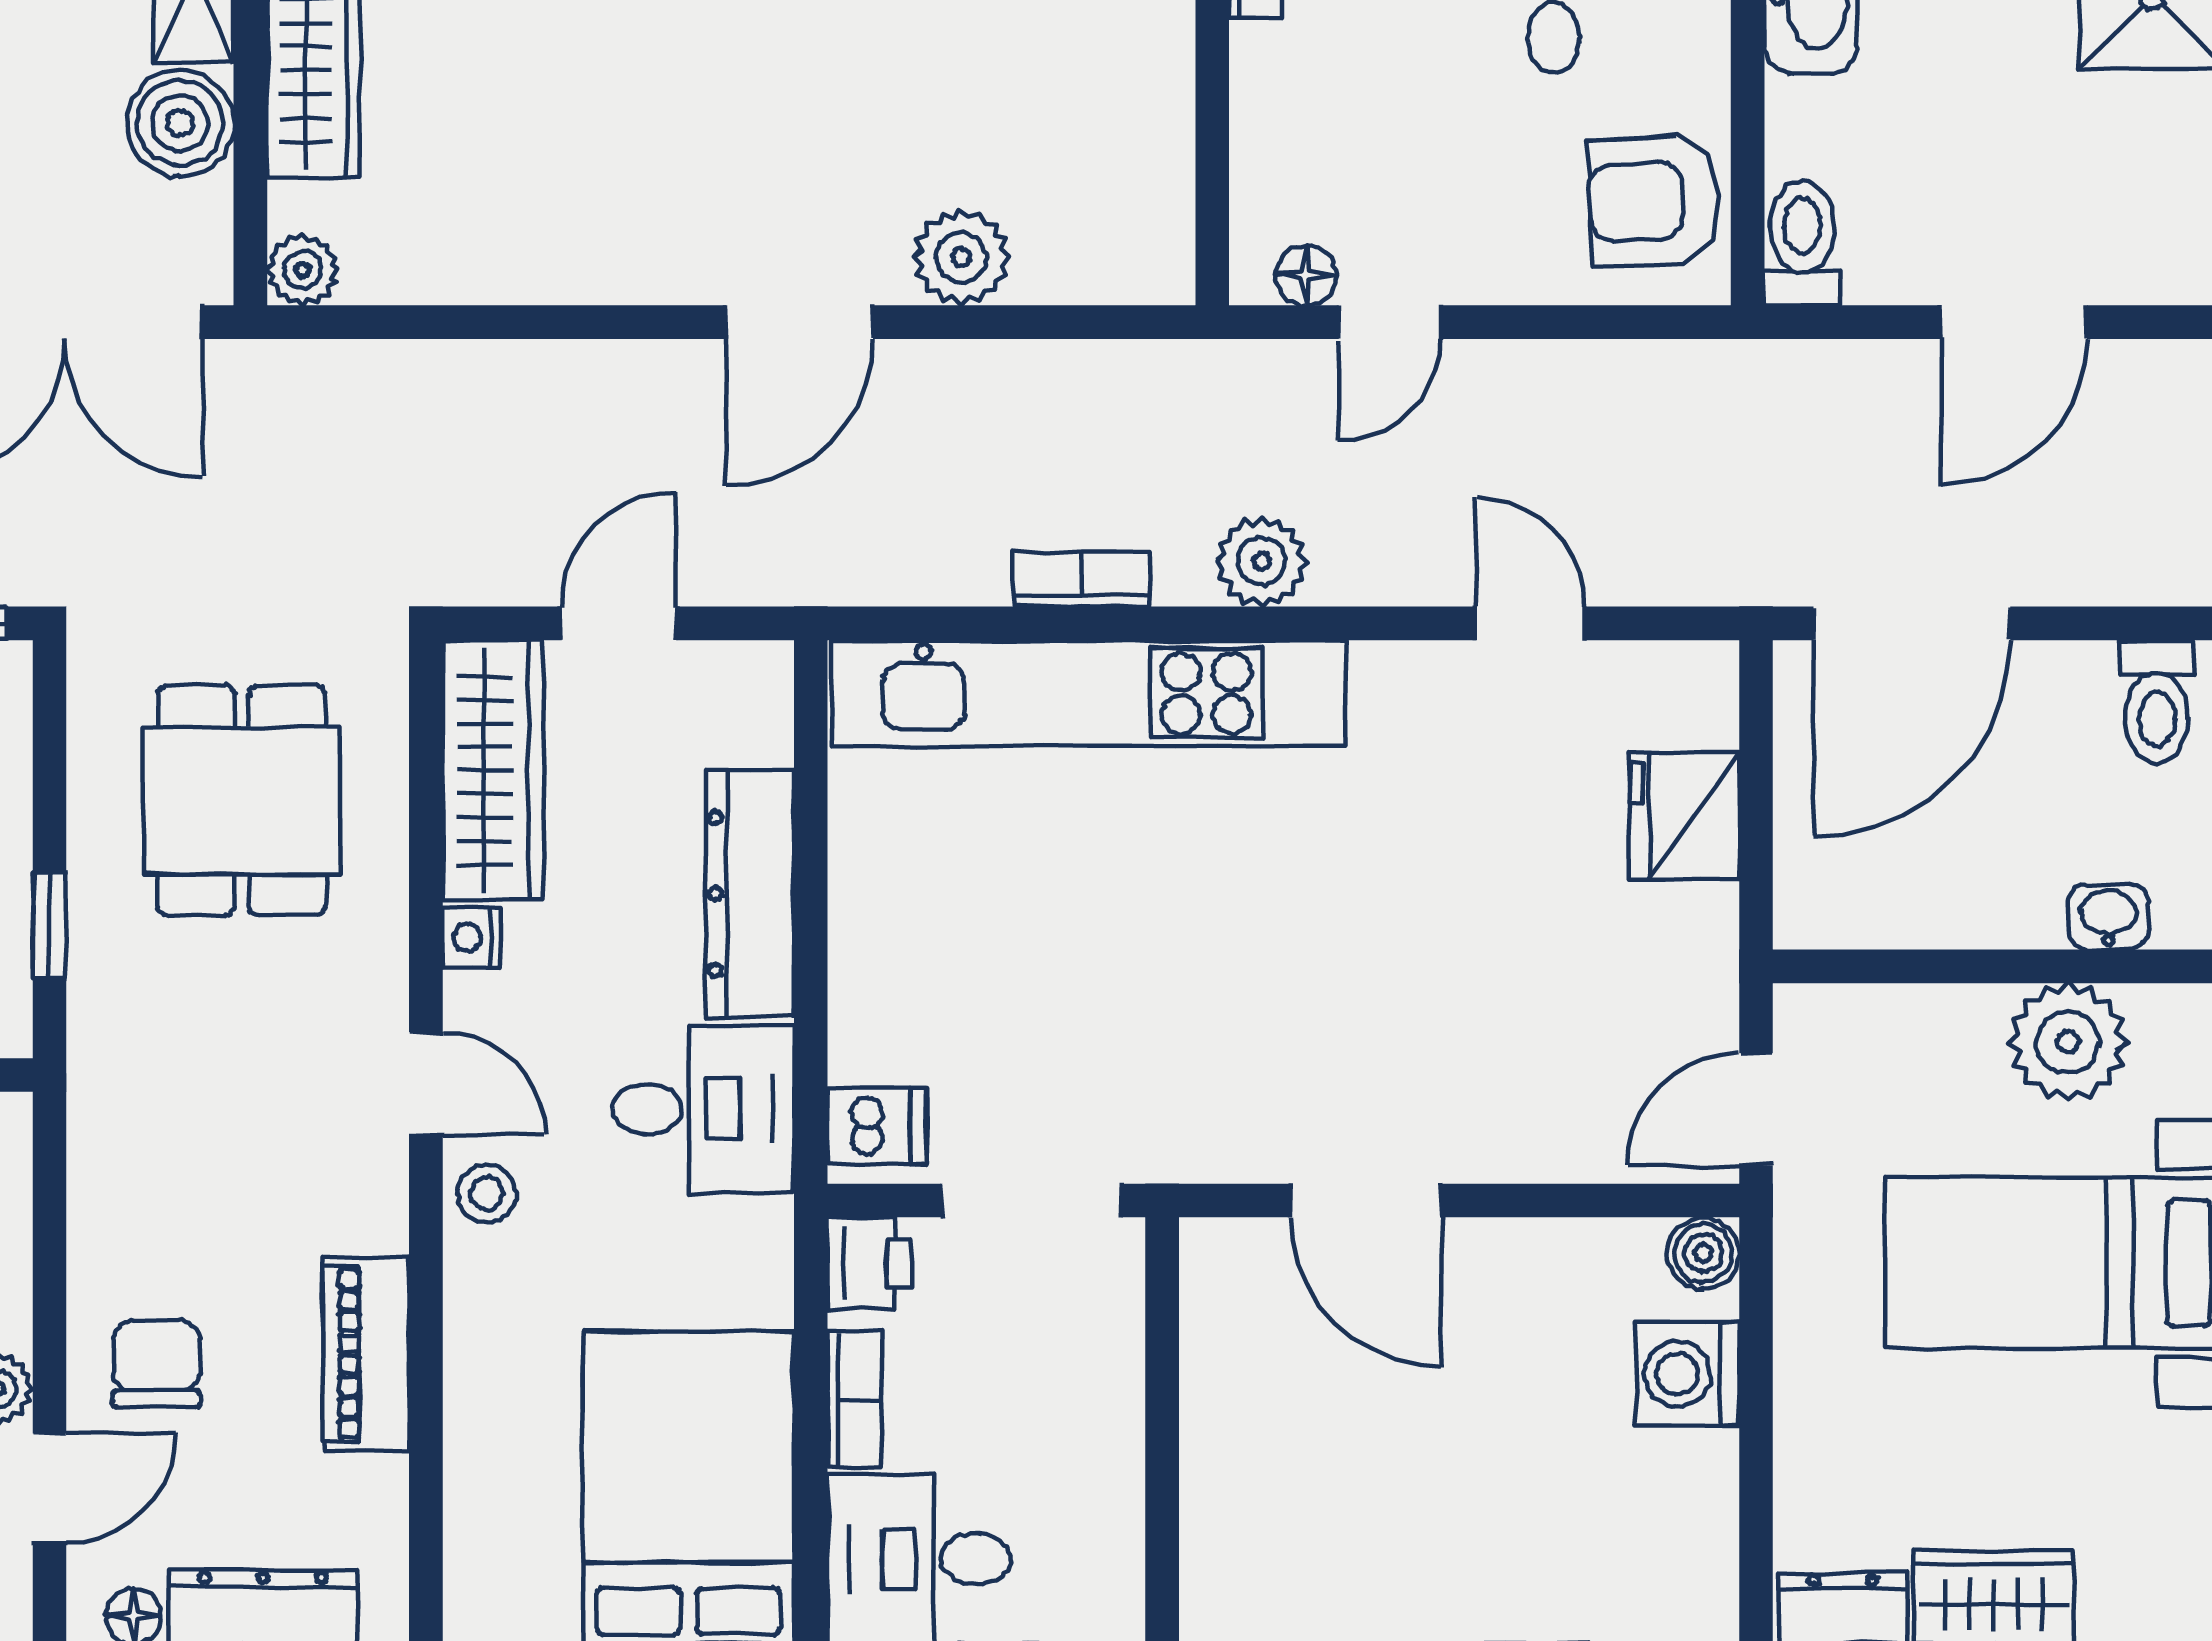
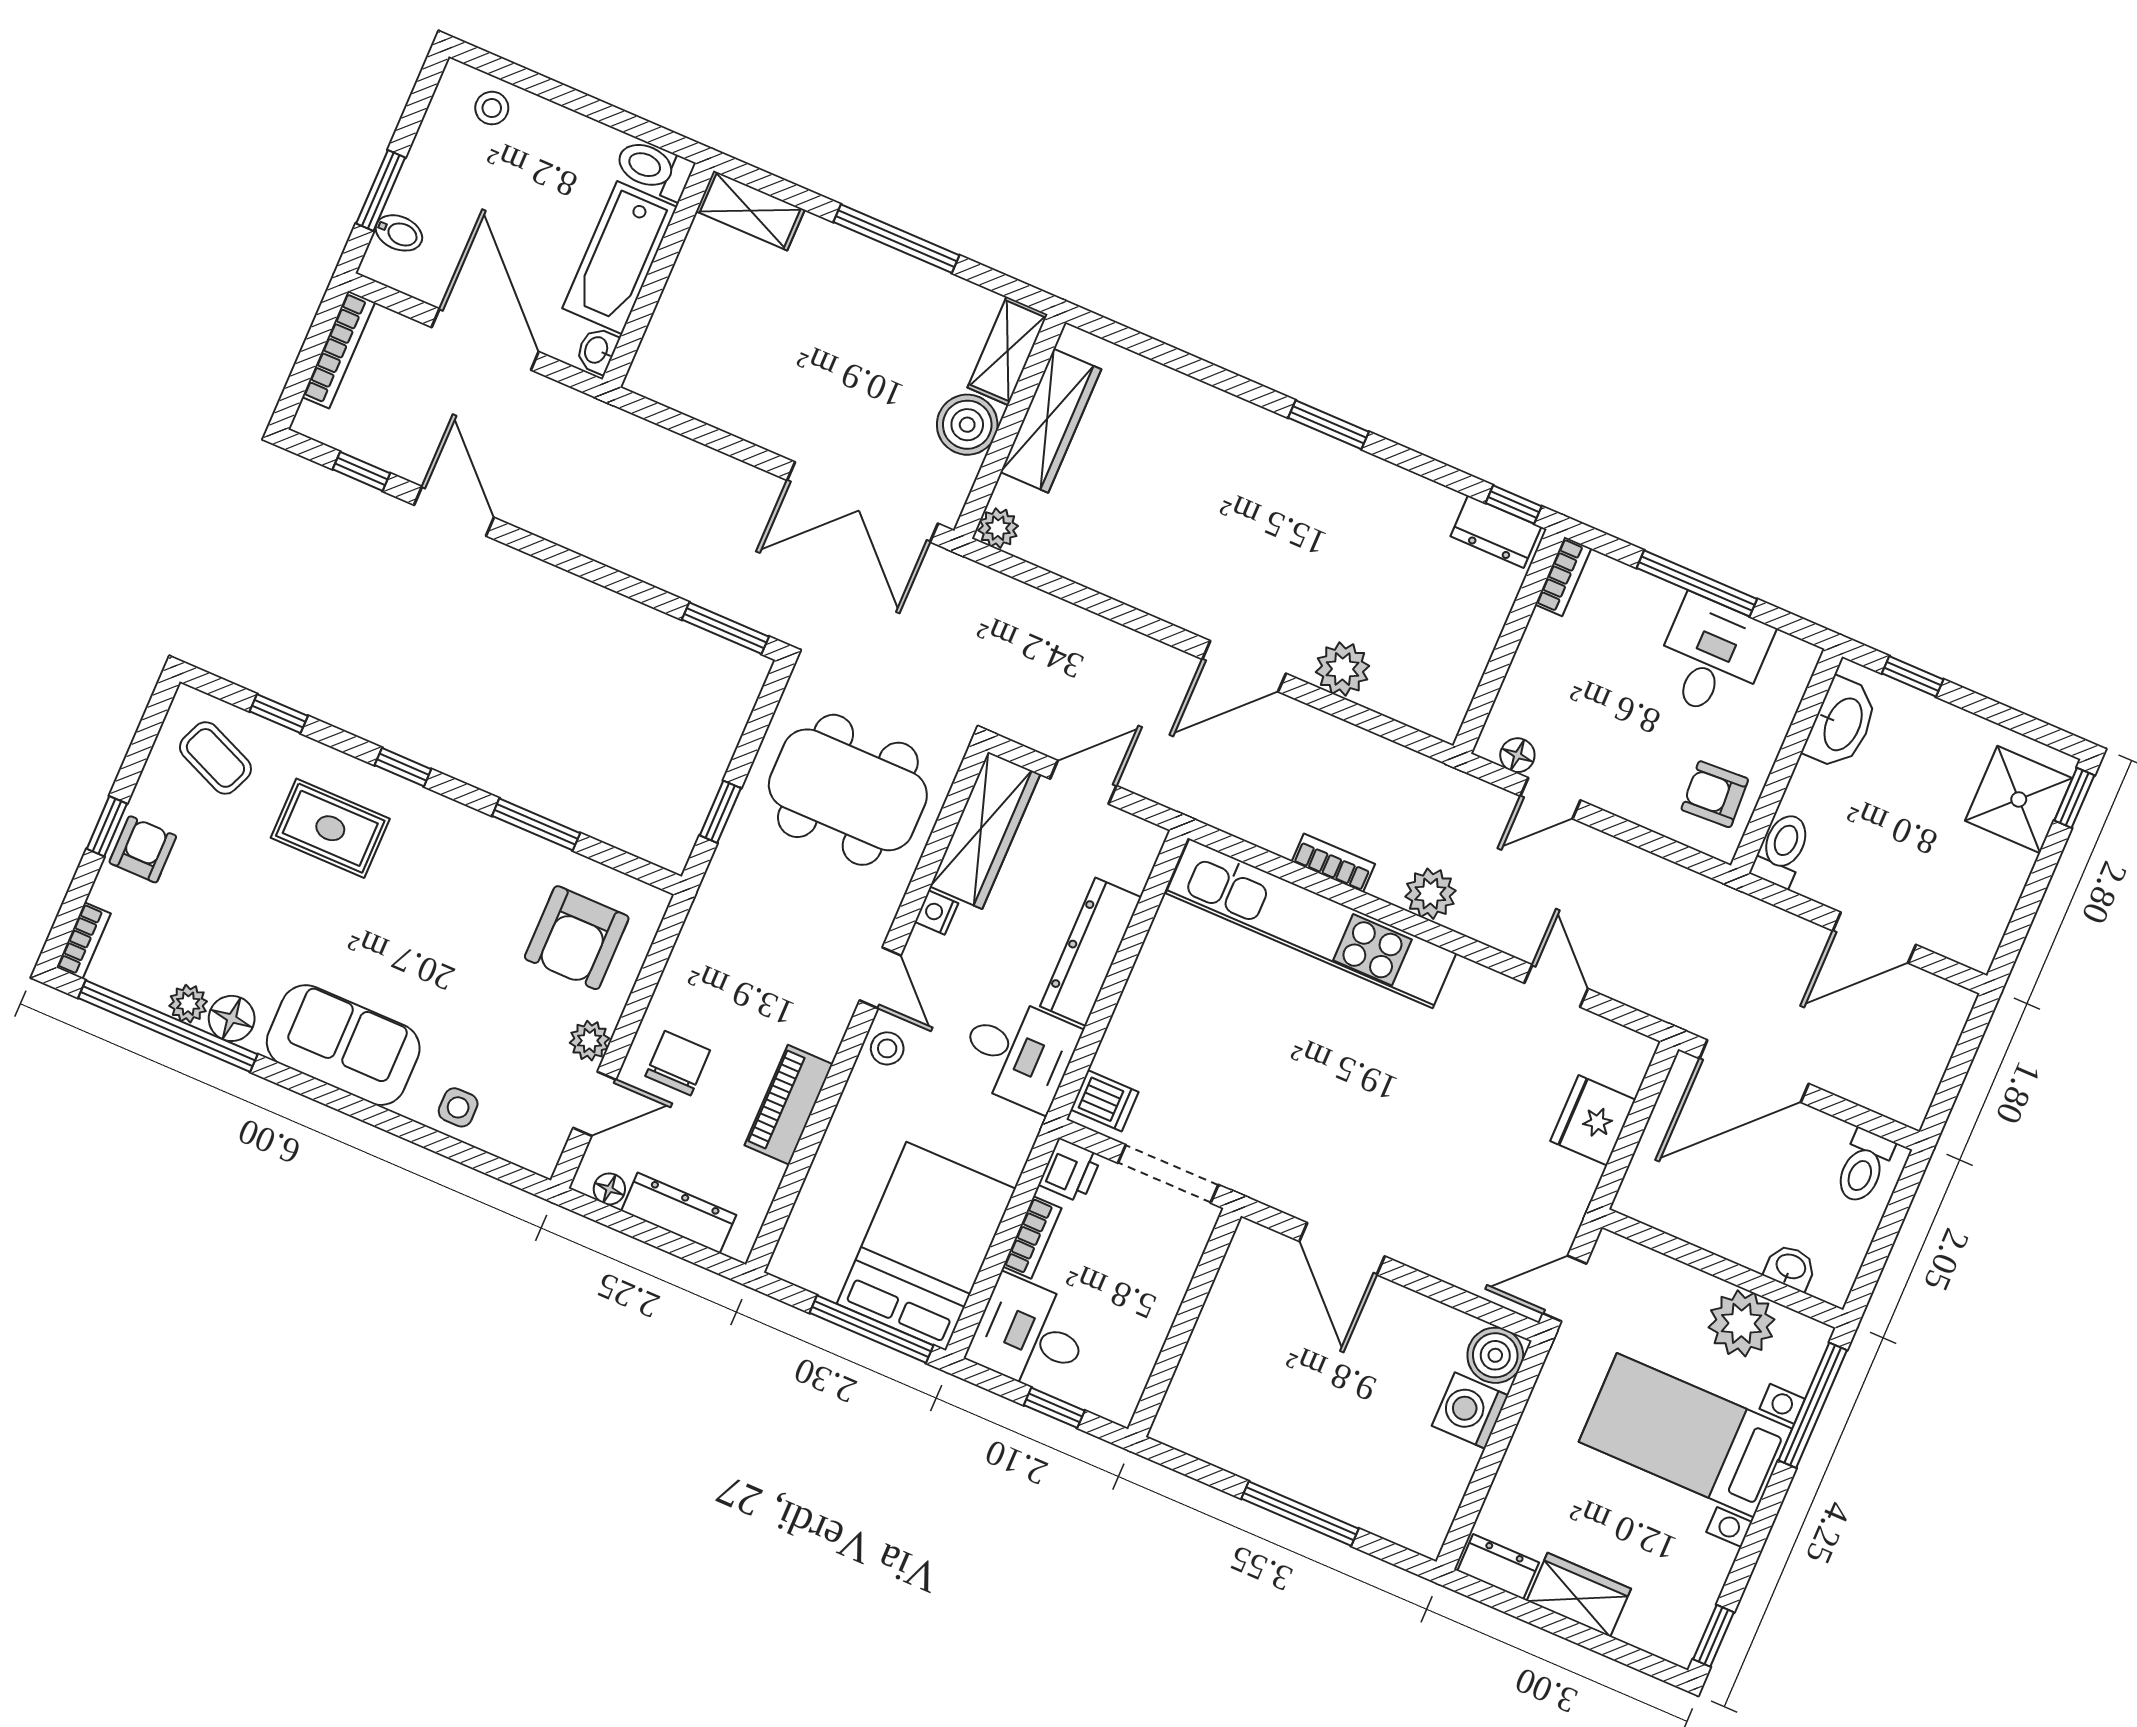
armchair: (1654, 201) -> (1715, 794), width x0.72, depth x0.72
dining table: (242, 800) -> (848, 790), width x1.38
boiler: (1703, 1253) -> (1495, 1355), width x1.36, depth x1.36

